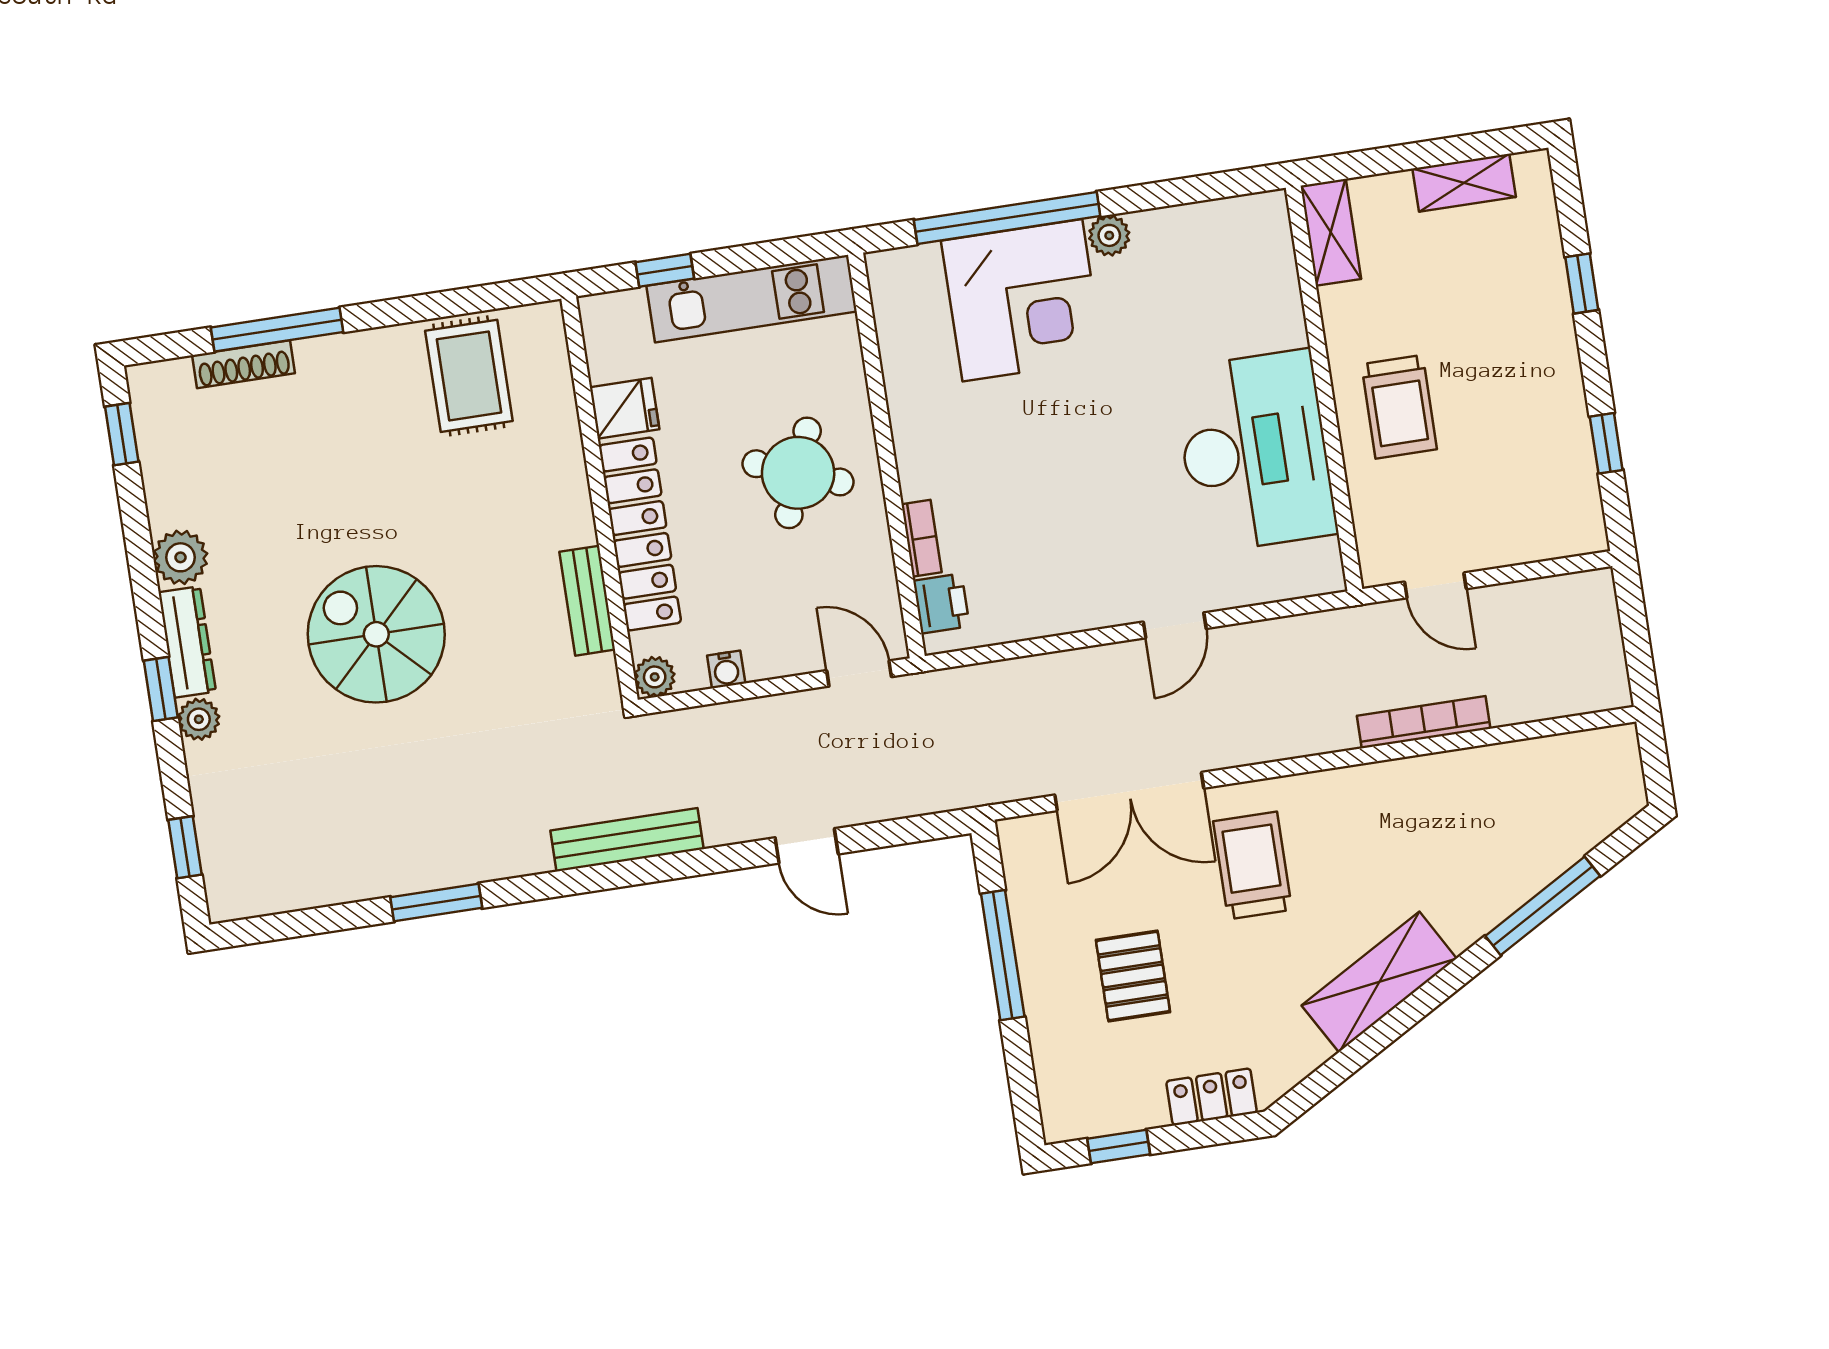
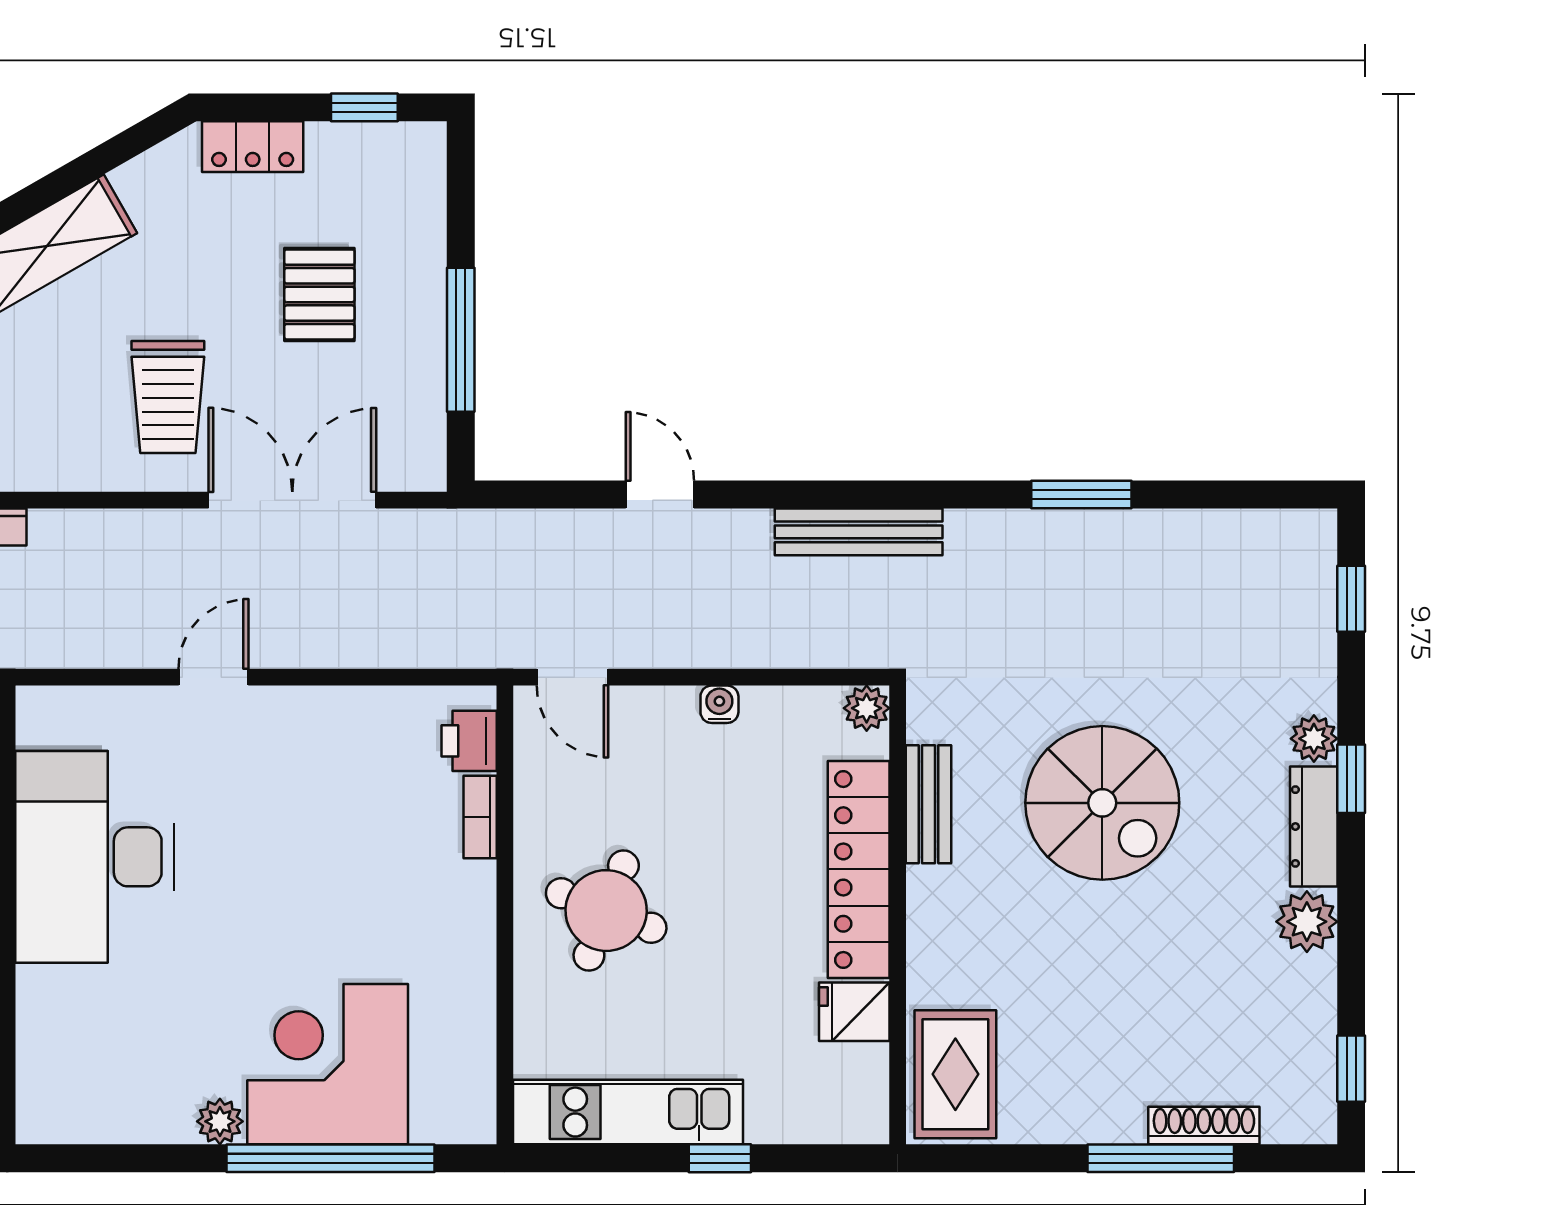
fridge: (625, 408) -> (854, 1012), moved
wall: (600, 499) -> (898, 915), moved
locker: (640, 534) -> (859, 869), moved
bench: (587, 601) -> (929, 804), moved
plant: (655, 677) -> (867, 708), moved

